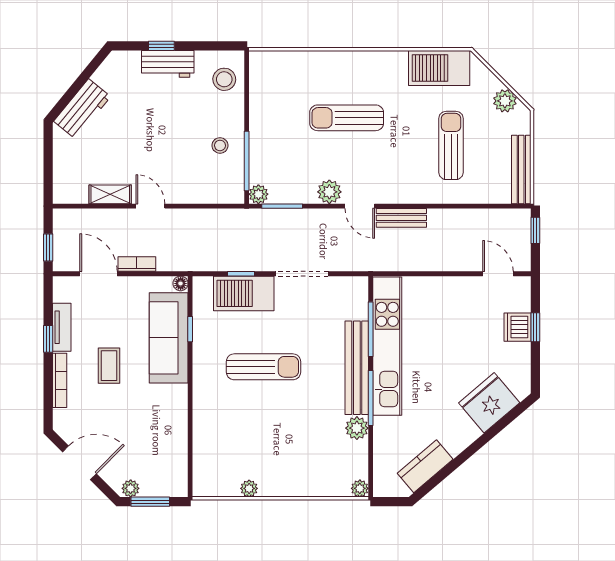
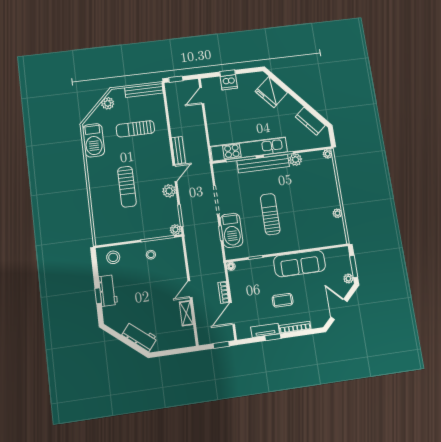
sofa: (169, 338) -> (300, 264), moved

